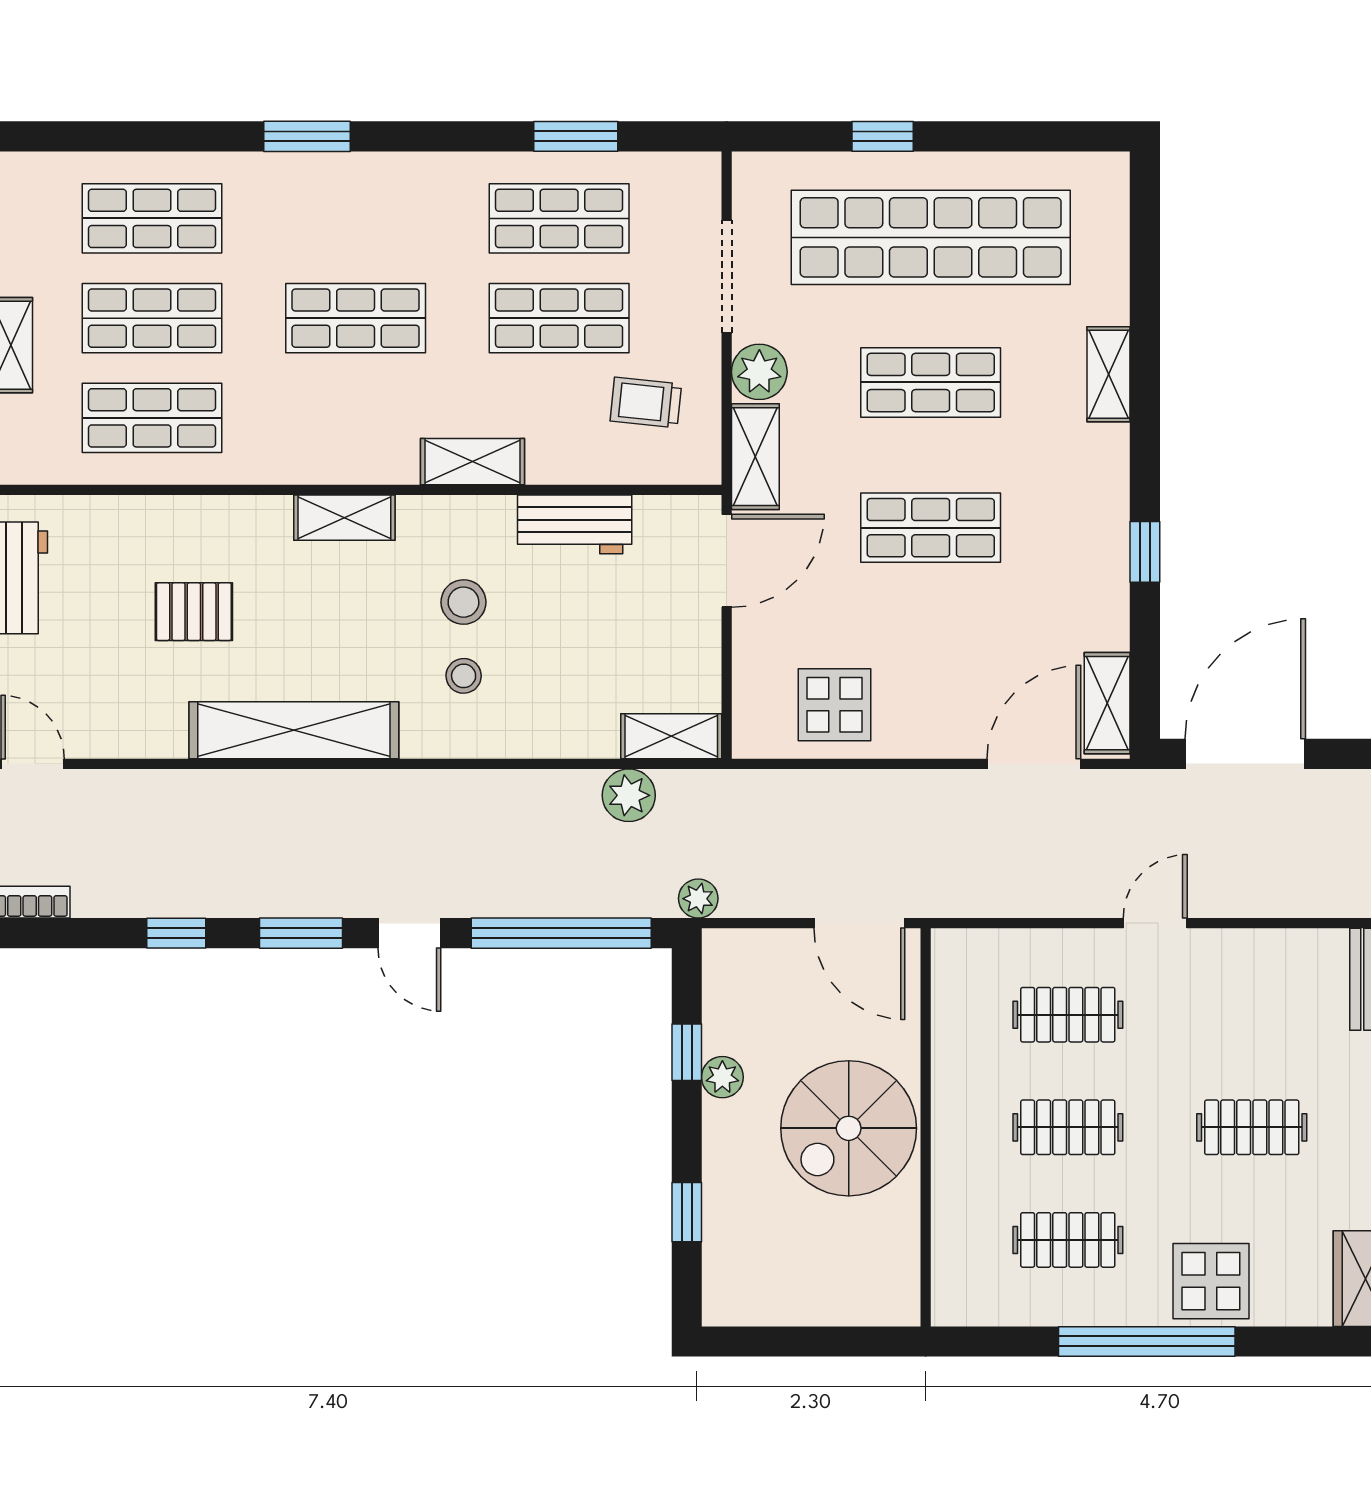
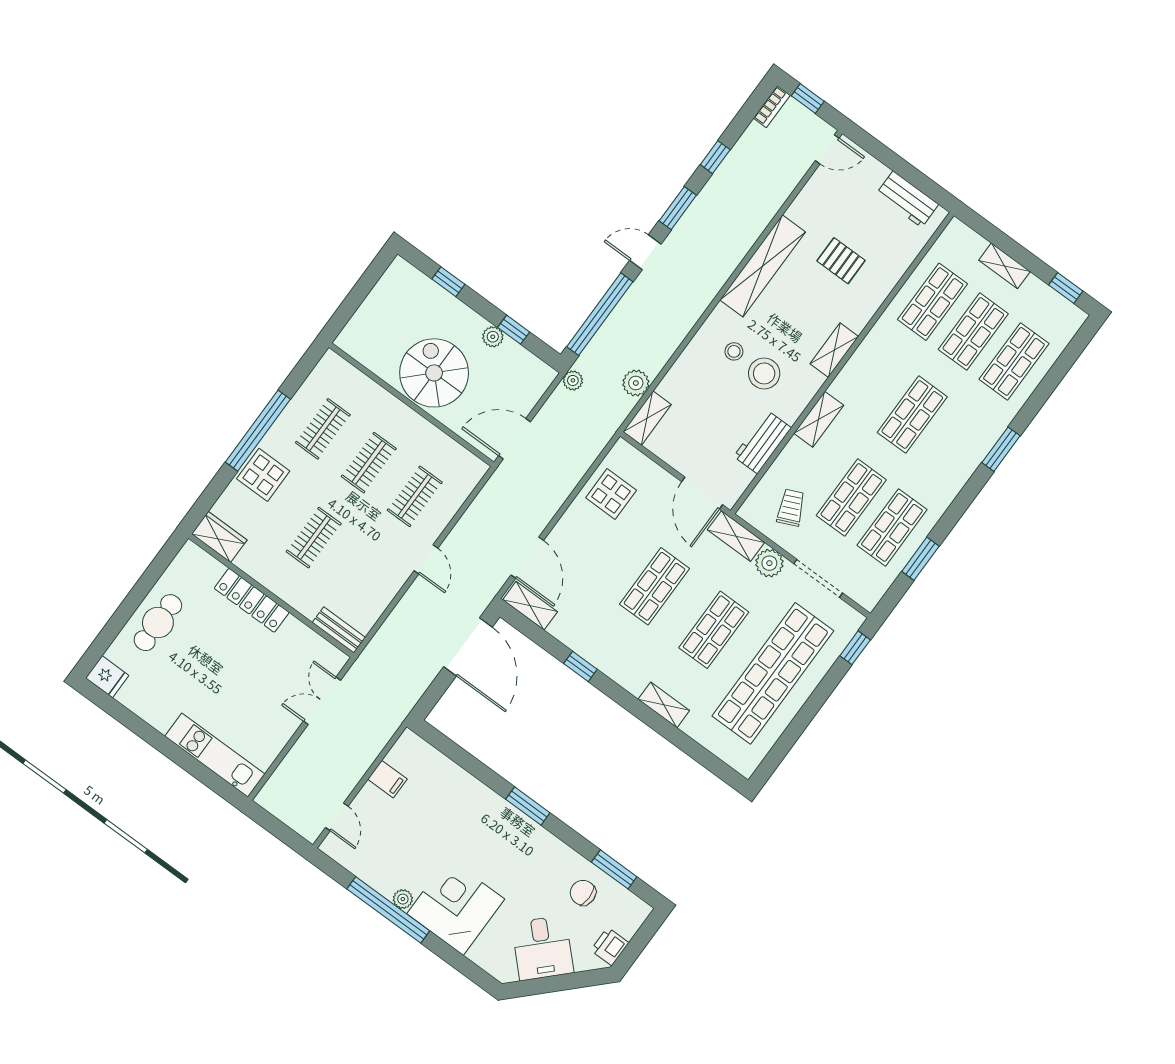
window: (883, 136) -> (855, 648), moved
trolley: (646, 402) -> (791, 508), turned -30
stool: (463, 602) -> (764, 373), width x1.38, depth x1.38
pallet: (194, 612) -> (841, 261), turned 90

